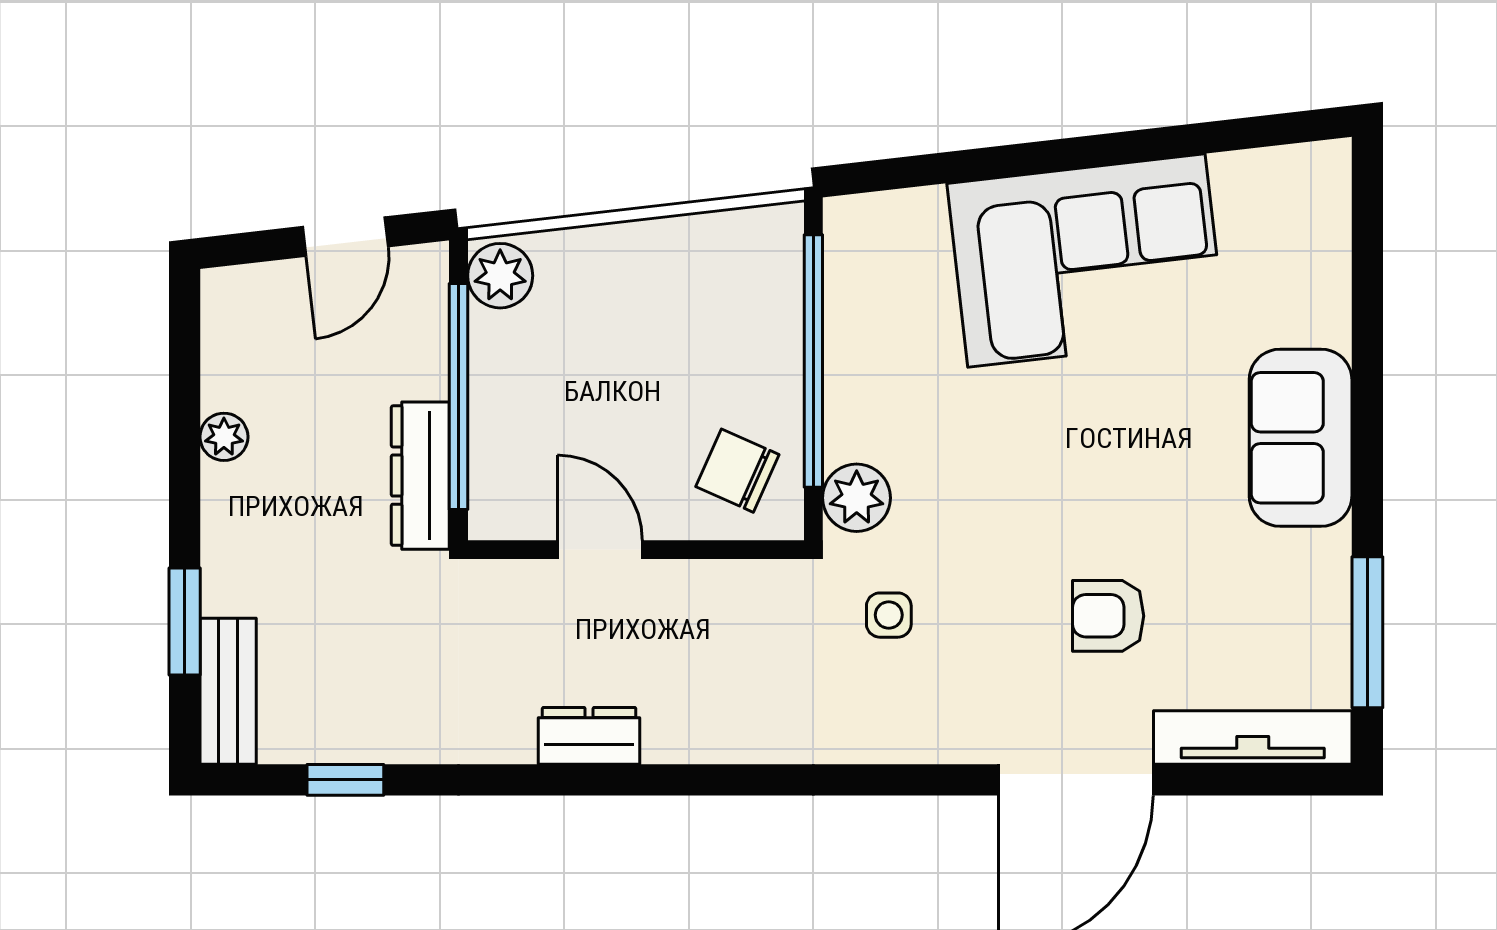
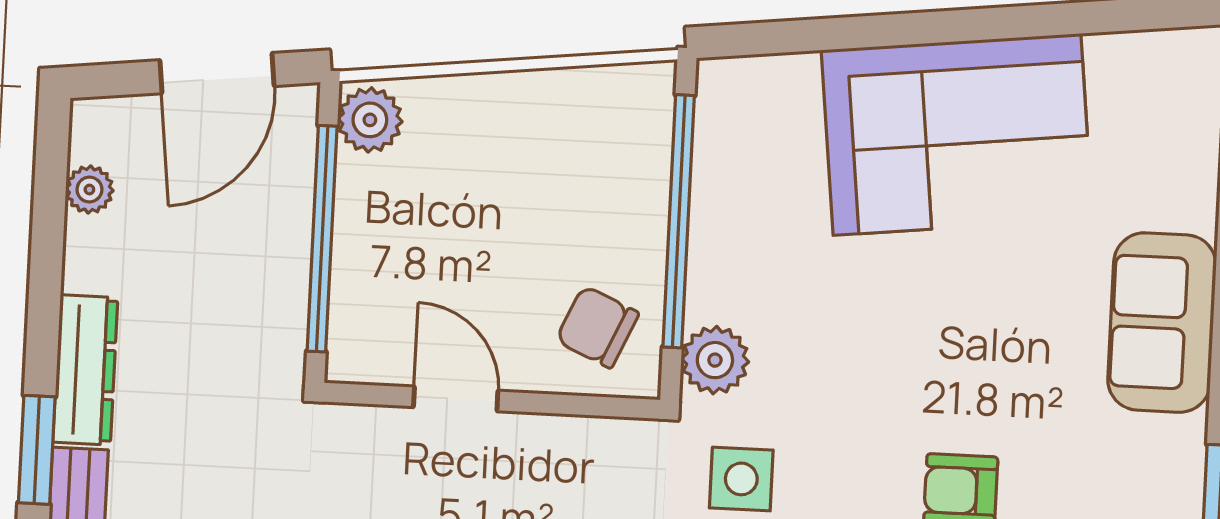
door: (345, 237) -> (217, 73), width x1.38
plant: (224, 437) -> (89, 190), moved
dresser: (420, 476) -> (85, 370), moved, turned 180
side table: (889, 615) -> (741, 479), width x1.37, depth x1.37

